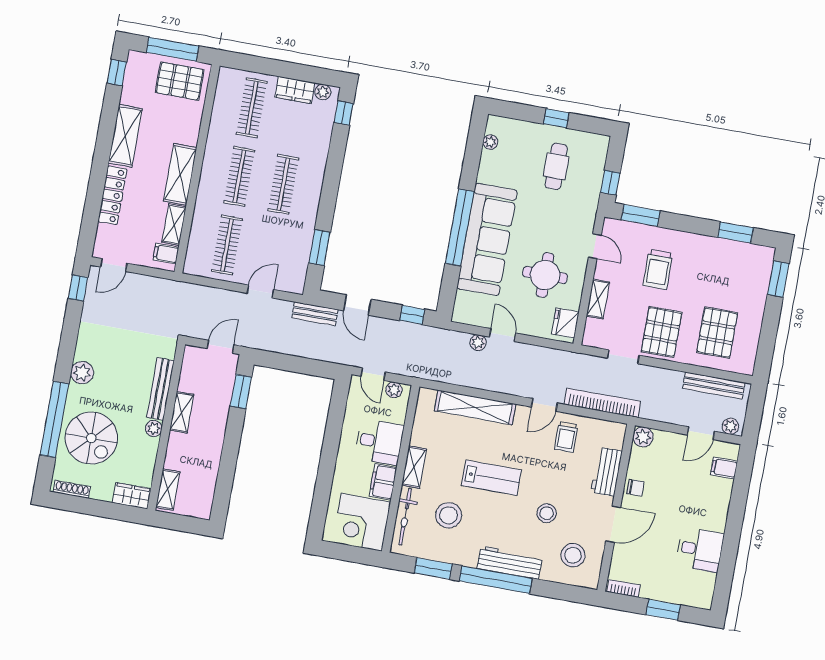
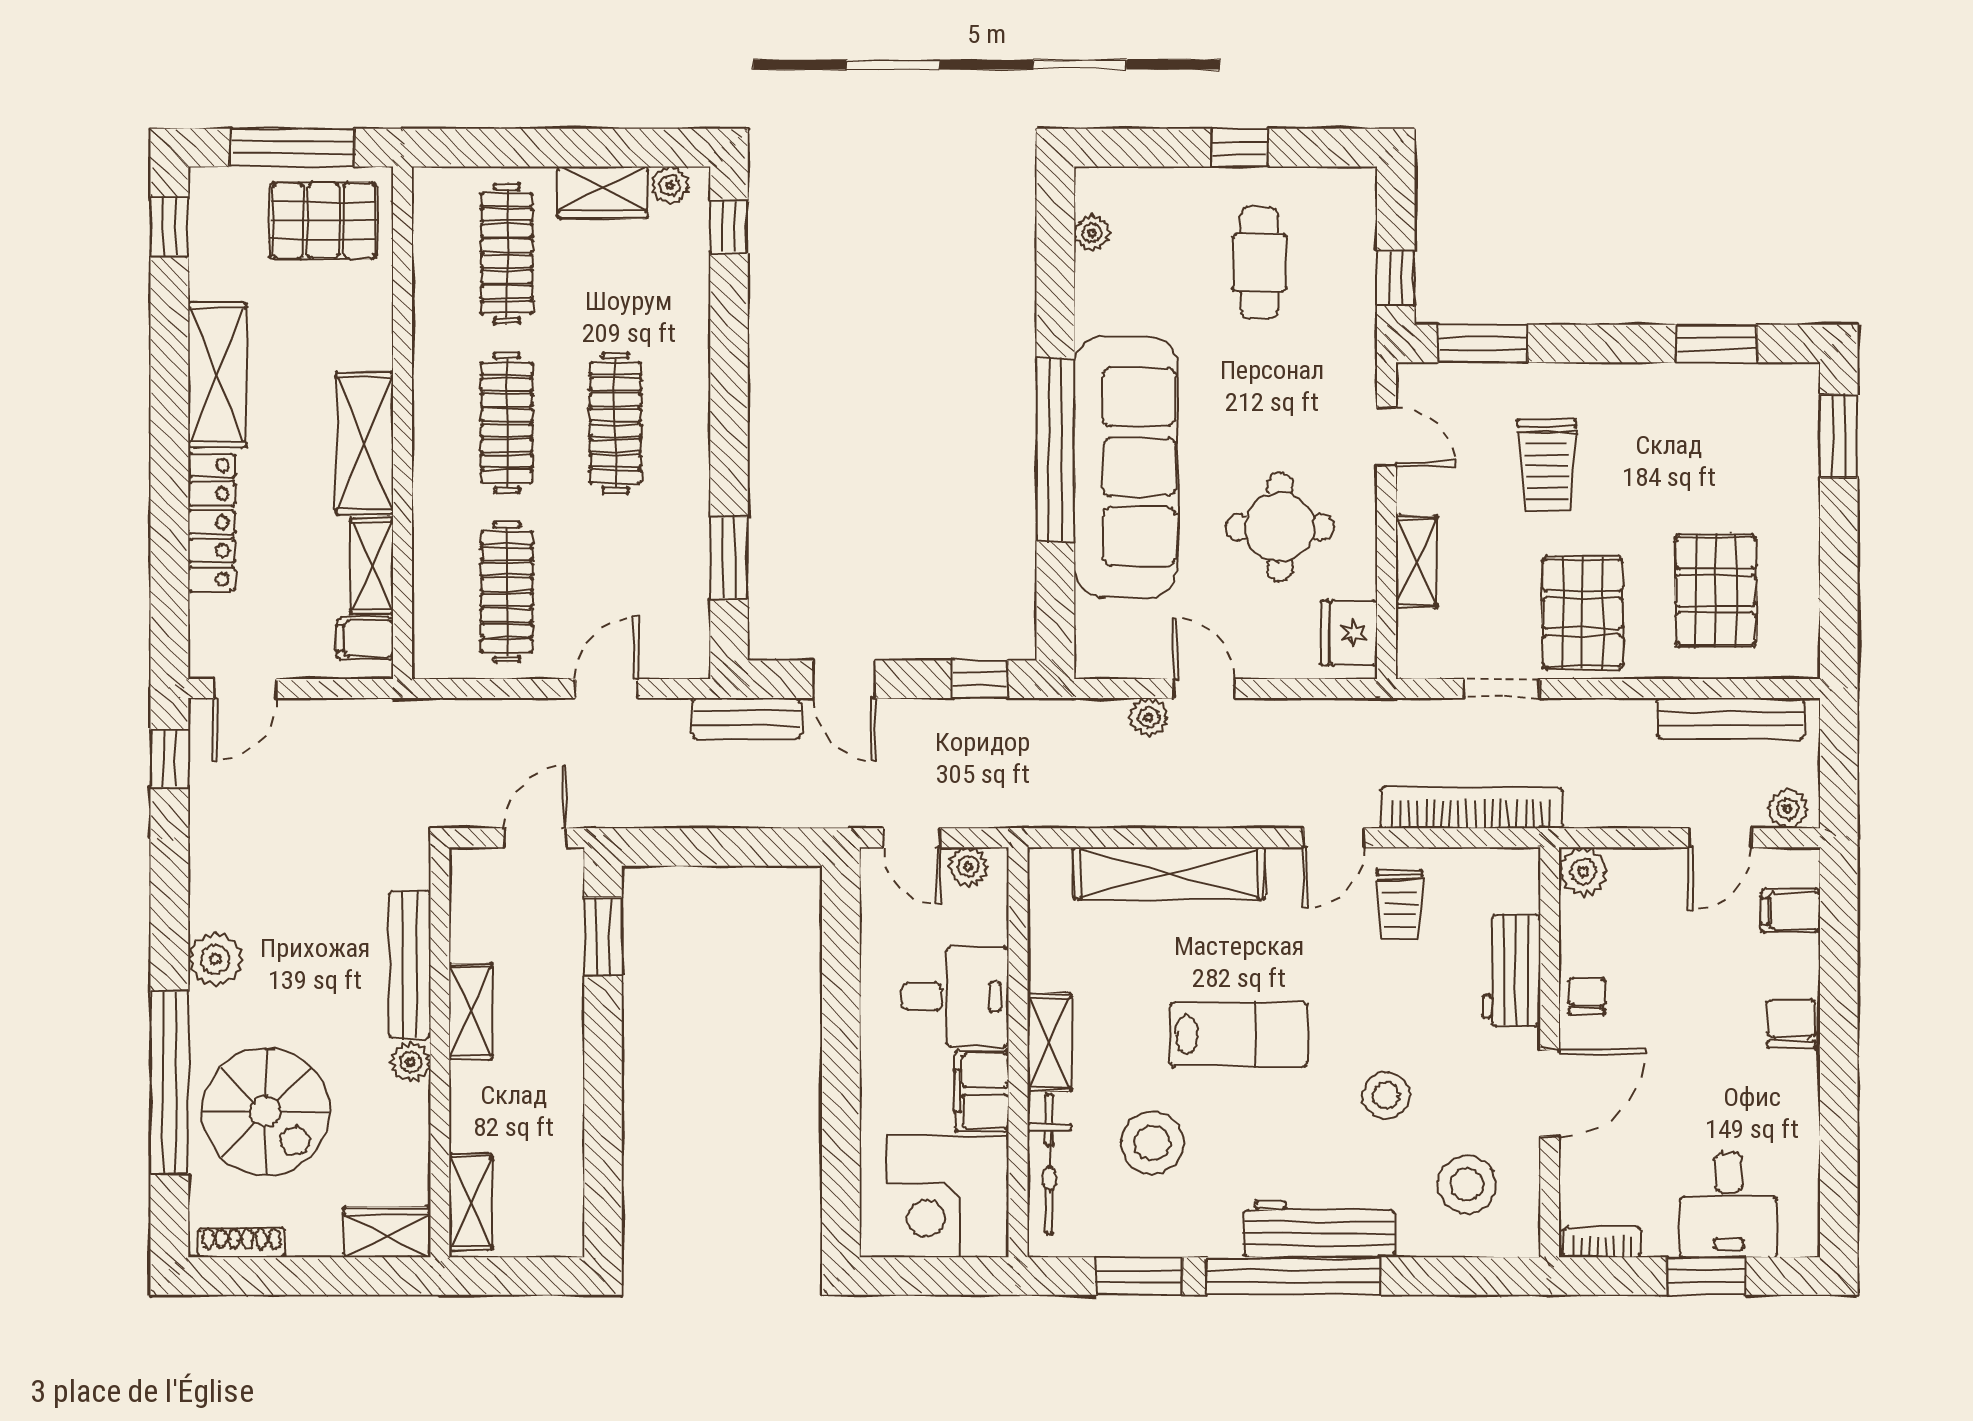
chair: (635, 488) -> (1587, 996), turned -90
chair: (716, 514) -> (1791, 1024), added
desk: (700, 550) -> (1729, 1205), moved, turned 90

